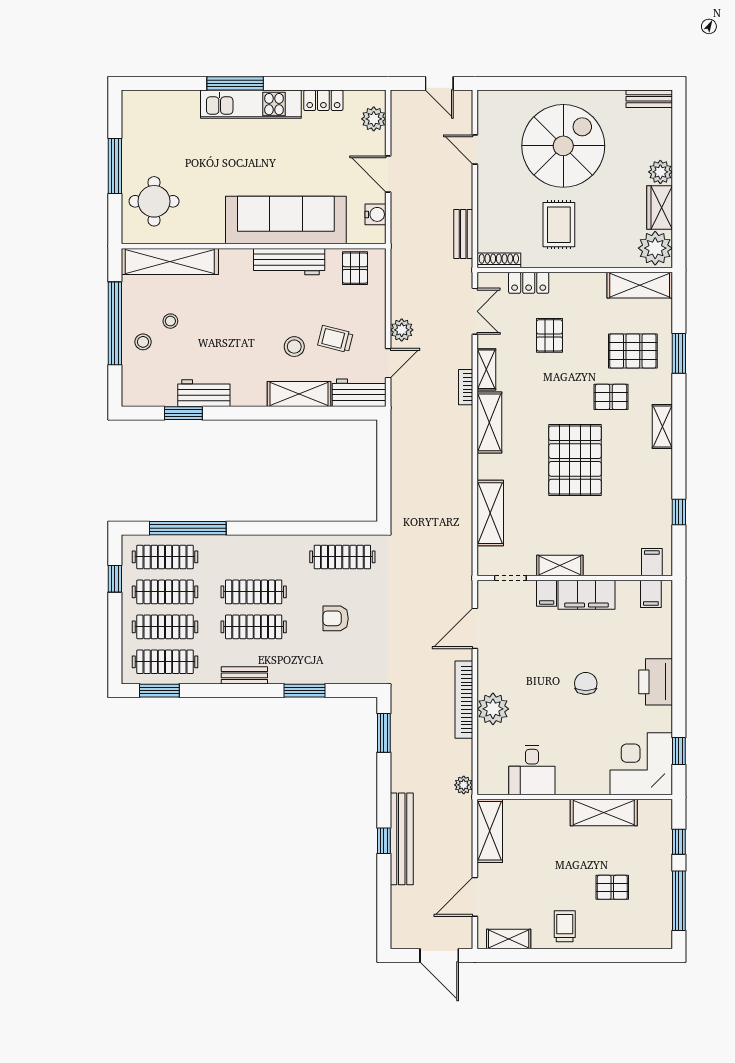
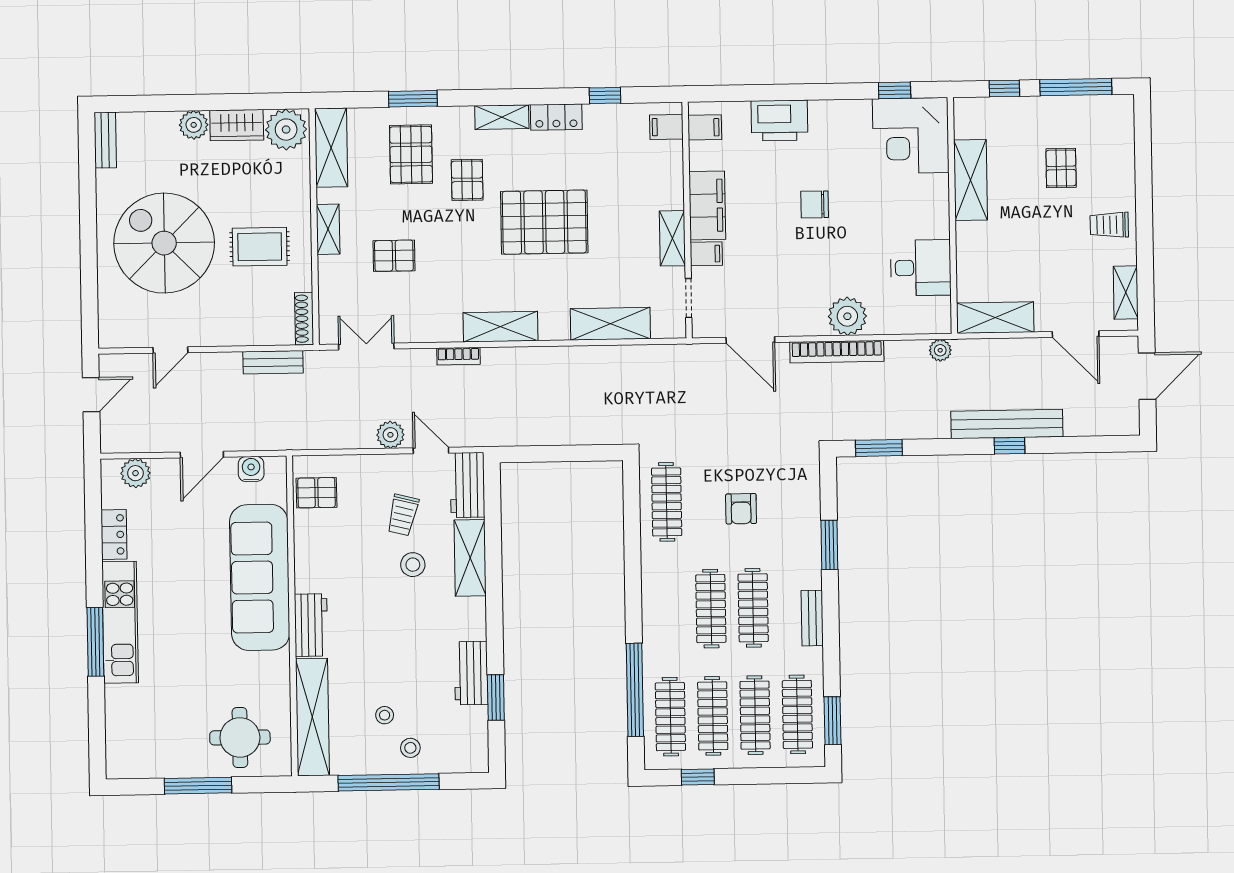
workbench: (289, 262) -> (311, 625), moved, width x0.73
locker: (529, 283) -> (556, 117), moved, turned 90
shelving: (486, 369) -> (328, 229), moved, turned 90
printer: (656, 682) -> (779, 120), moved

